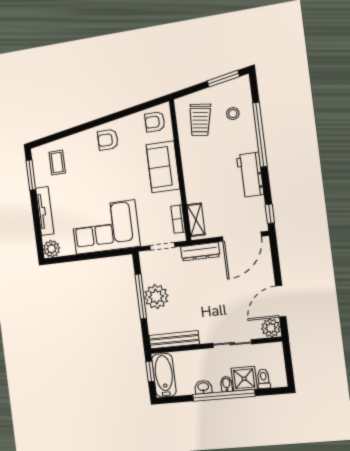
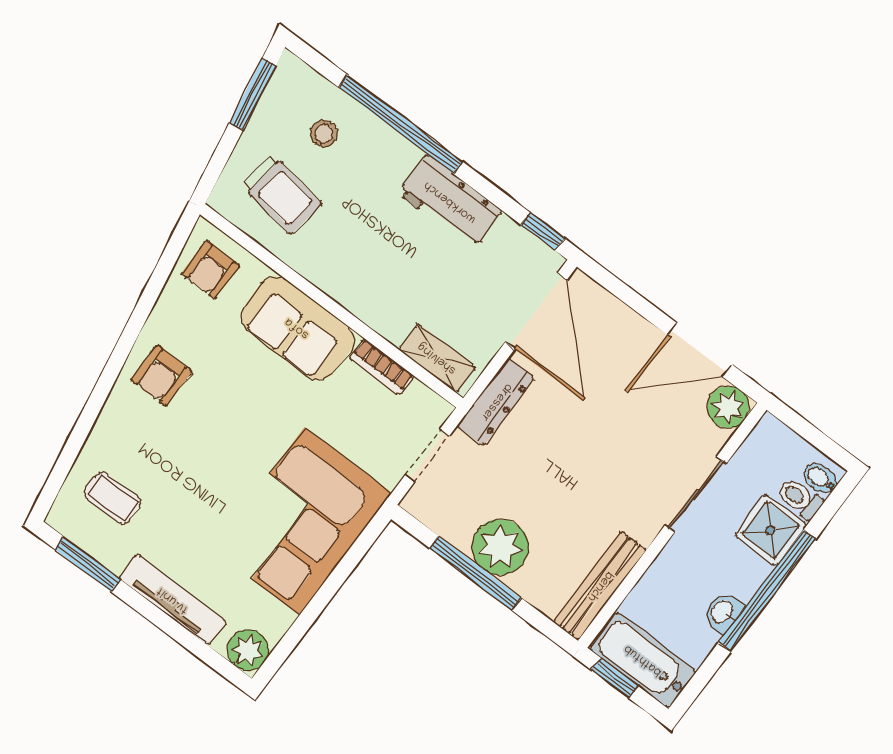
bookcase: (178, 219) -> (381, 367), moved
door: (281, 301) -> (700, 350), hinge flipped
bidet: (226, 384) -> (820, 478), moved

